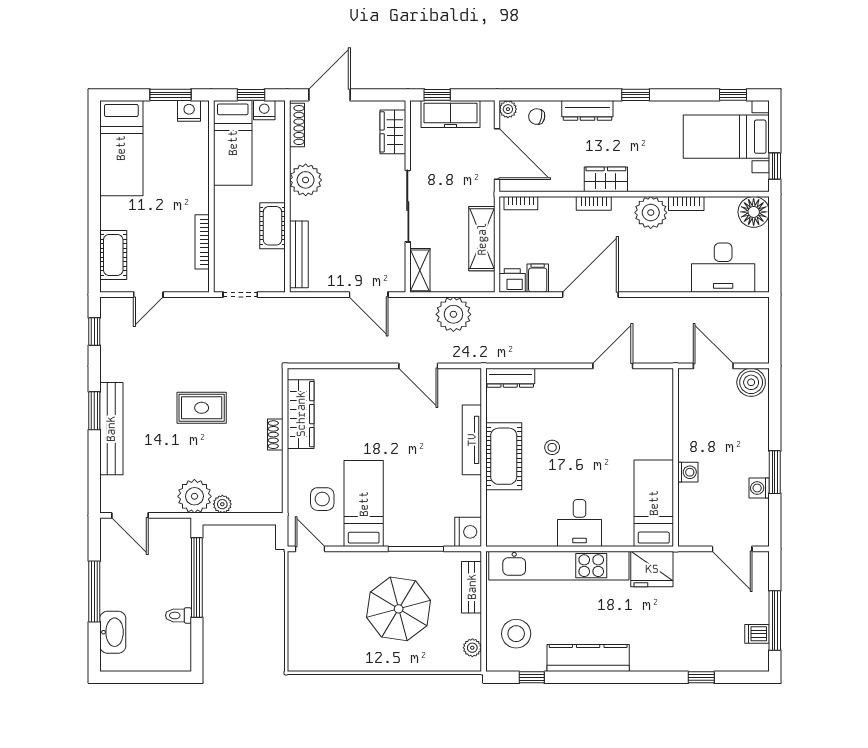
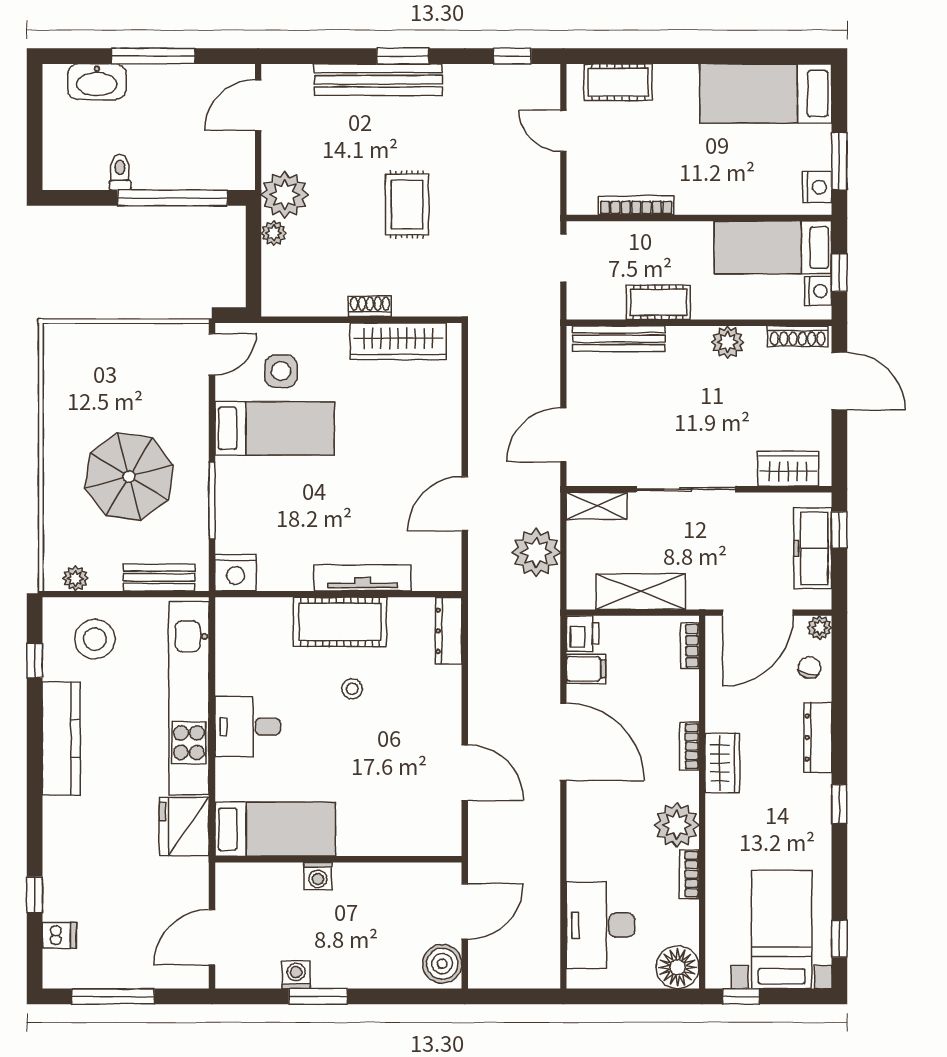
plant: (306, 180) -> (728, 342), width x0.73, depth x0.73
dishwasher: (757, 634) -> (59, 935), moved, turned 90

